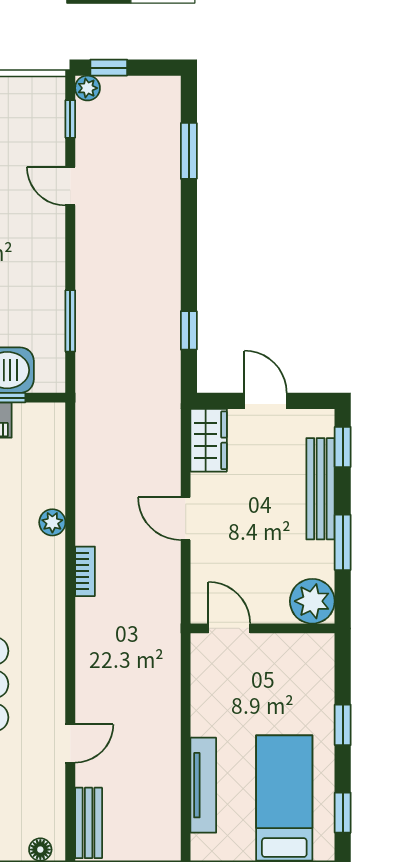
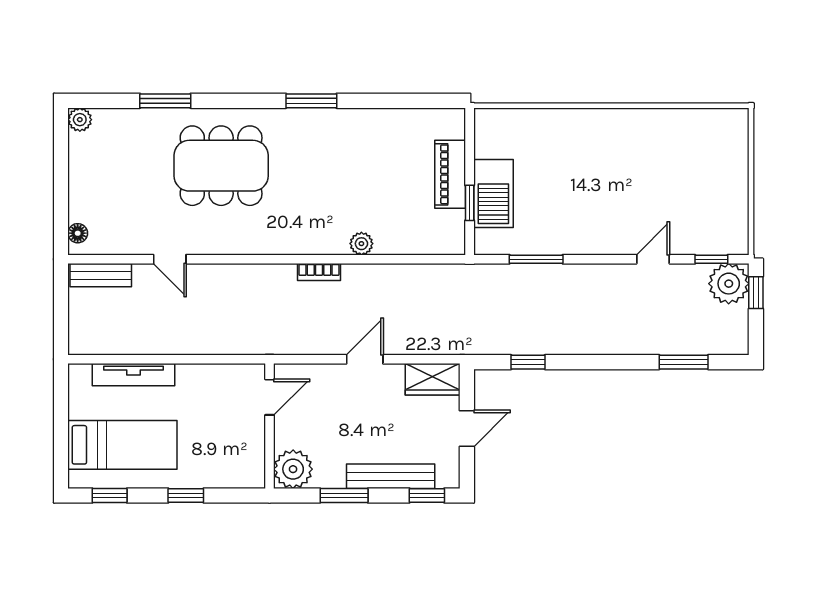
plant: (88, 88) -> (729, 284), width x1.88, depth x1.88

